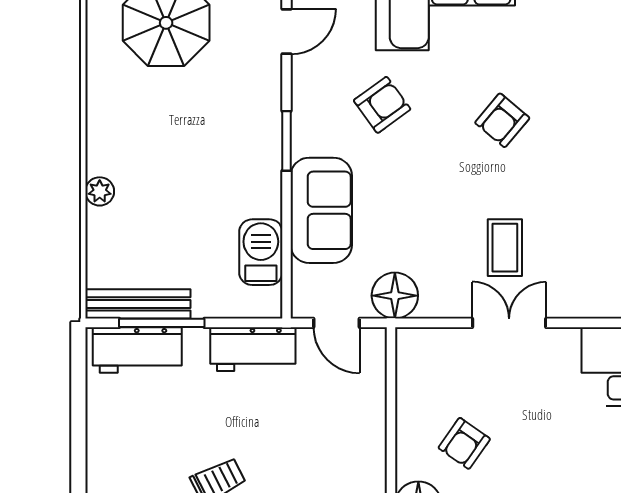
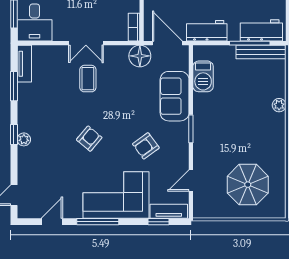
door: (337, 323) -> (167, 43), width x1.38
bookcase: (407, 357) -> (134, 27), added

